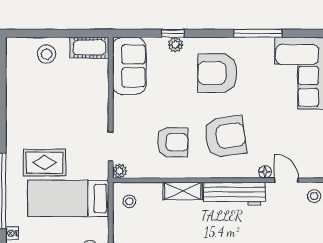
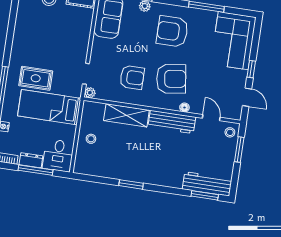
floor lamp: (265, 172) -> (184, 108), moved
shelving: (183, 191) -> (126, 115), width x1.50, depth x1.33
stool: (129, 201) -> (91, 139), moved

